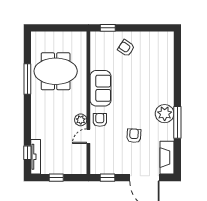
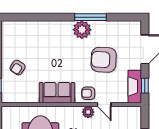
armchair: (134, 136) -> (104, 60), width x1.88, depth x1.88
fireplace: (167, 158) -> (135, 86), moved, turned 90

